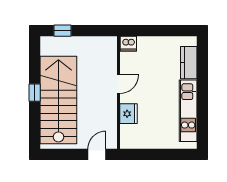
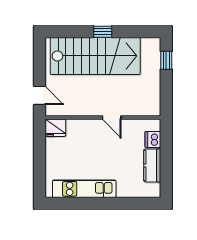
dishwasher: (128, 44) -> (153, 139), moved
kitchen counter: (189, 63) -> (152, 165), moved, turned -90
fridge: (128, 114) -> (55, 128), moved

